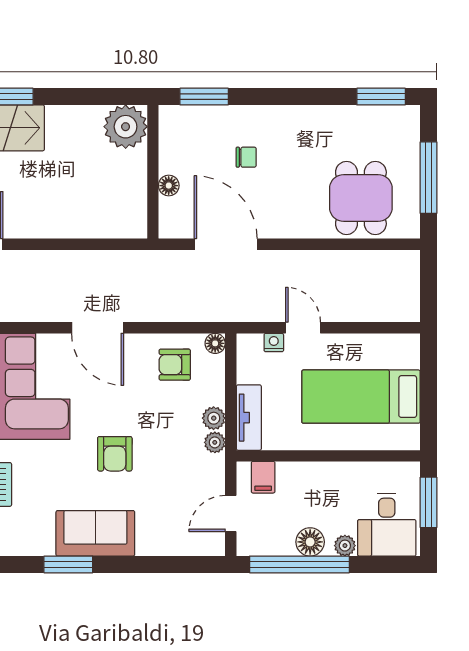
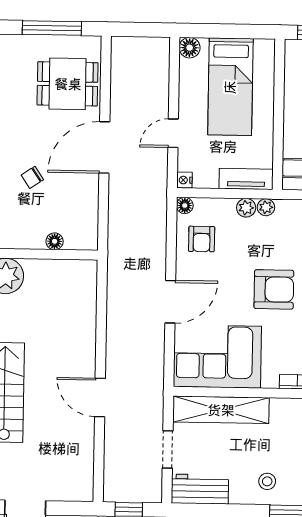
chair: (246, 157) -> (32, 177), turned -124
door: (226, 244) -> (104, 147), moved
nightstand: (274, 343) -> (184, 180), moved
floor lamp: (408, 346) -> (190, 48), added
armchair: (115, 454) -> (274, 289), width x1.38, depth x1.38

